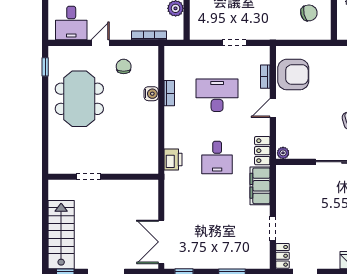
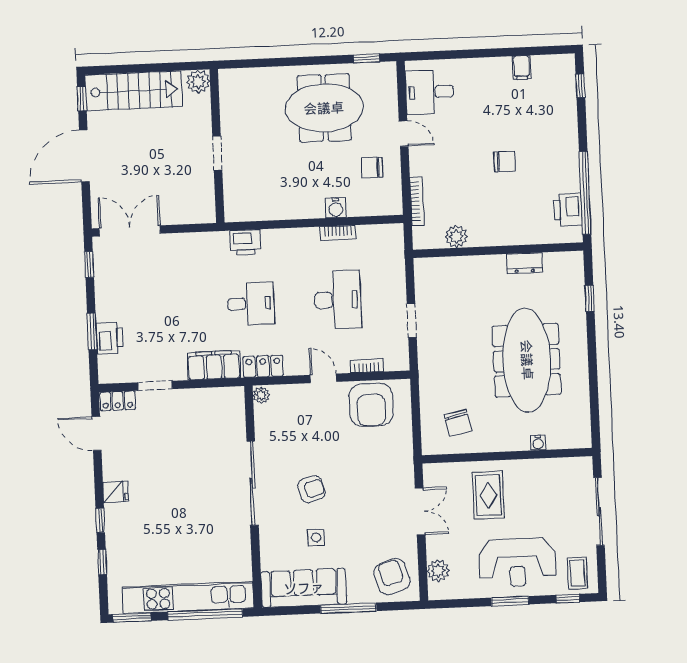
chair: (124, 66) -> (372, 168), turned 180
desk: (217, 157) -> (251, 304), turned 180
doorway: (89, 177) -> (217, 153), moved
plant: (57, 188) -> (198, 82), added
printer: (237, 260) -> (109, 338), added

